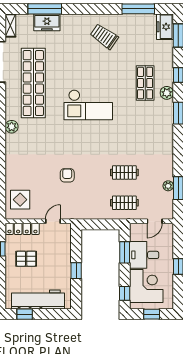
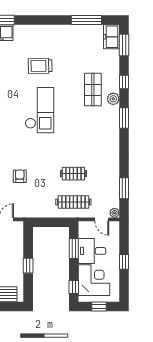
trolley: (104, 36) -> (40, 66), moved, turned -36
checkout: (88, 105) -> (40, 110), turned -90
plant: (168, 186) -> (115, 213), moved
clothes rail: (124, 203) -> (73, 202), width x1.36
door: (155, 221) -> (102, 219), hinge flipped

